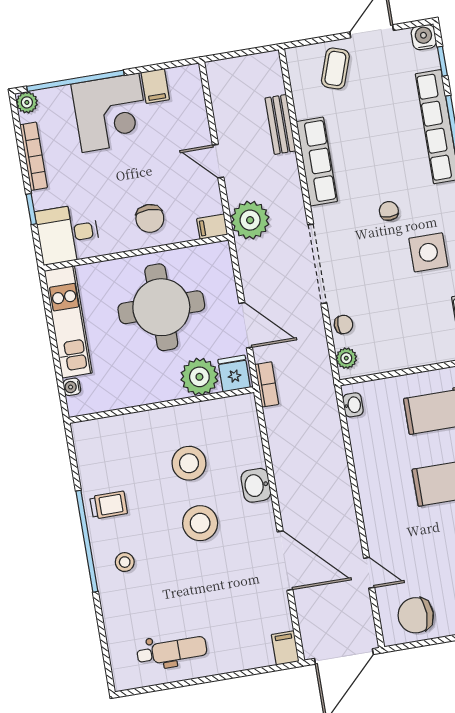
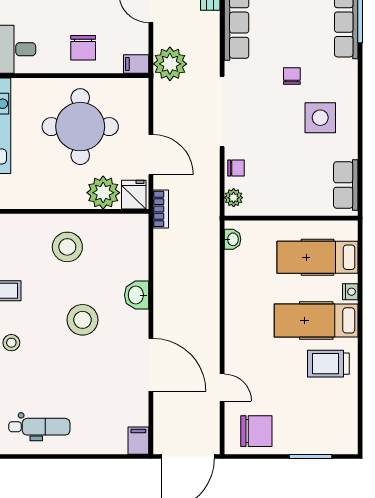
stool: (189, 463) -> (67, 247), moved
chair: (416, 615) -> (256, 431), turned 180

